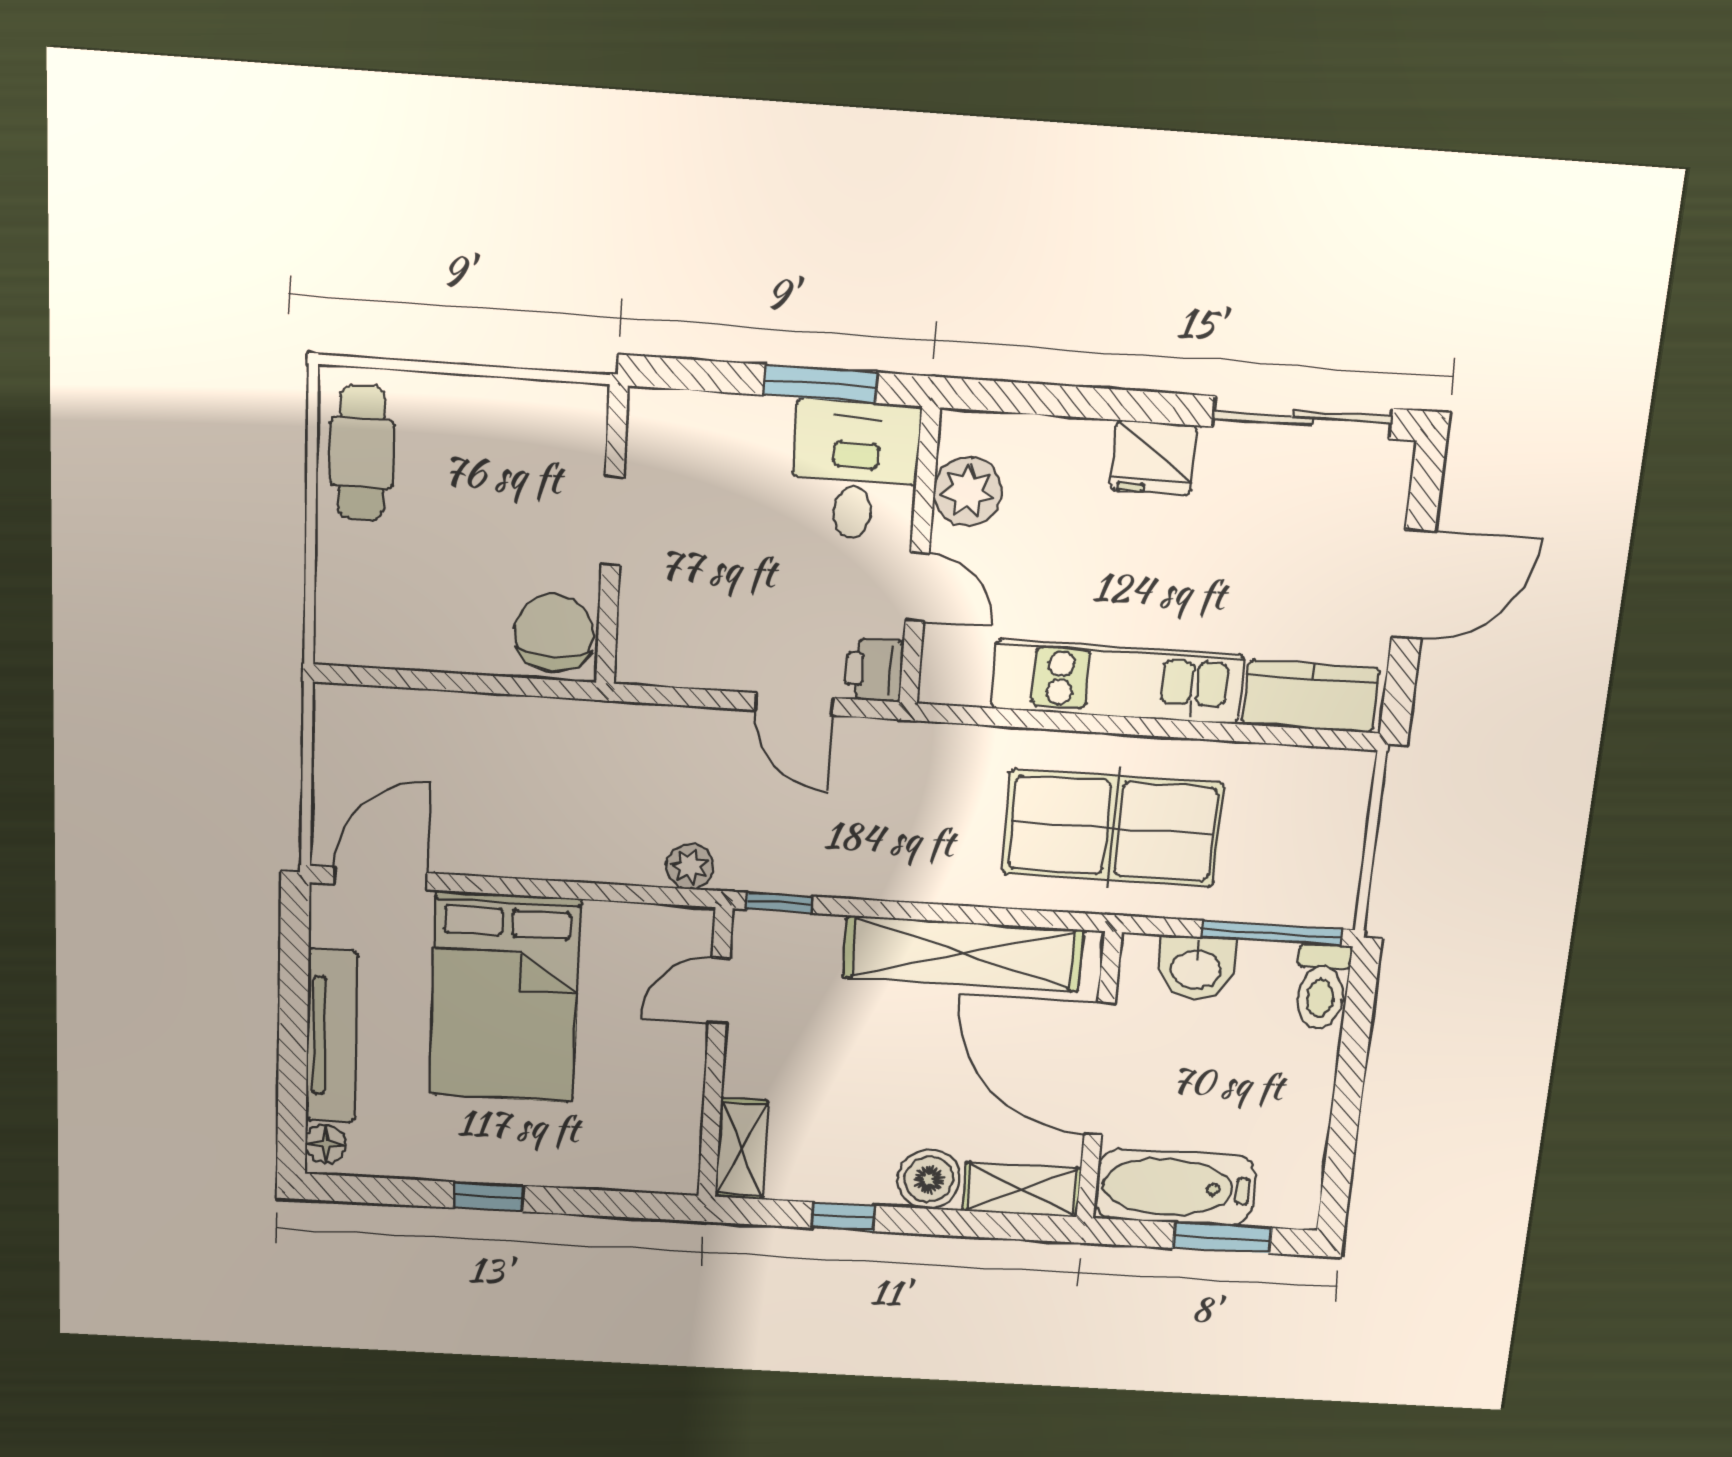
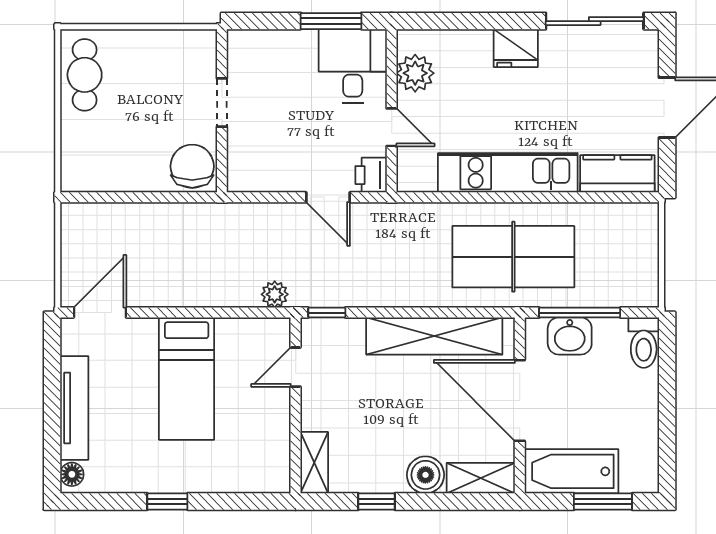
window: (1272, 933) -> (580, 313), moved
bed: (505, 997) -> (187, 379), width x0.67

